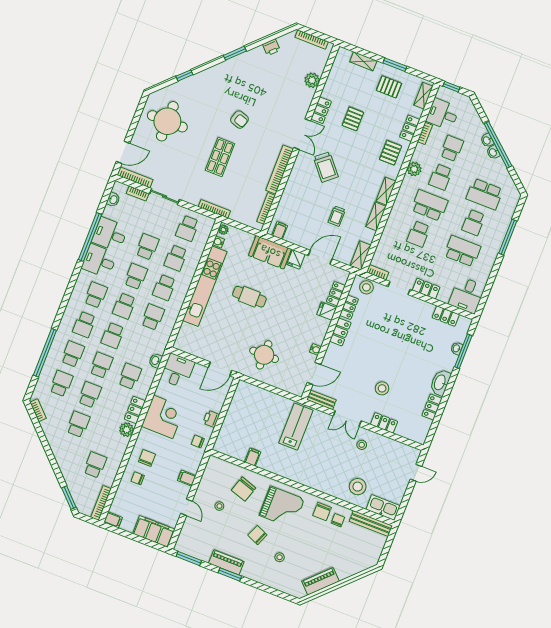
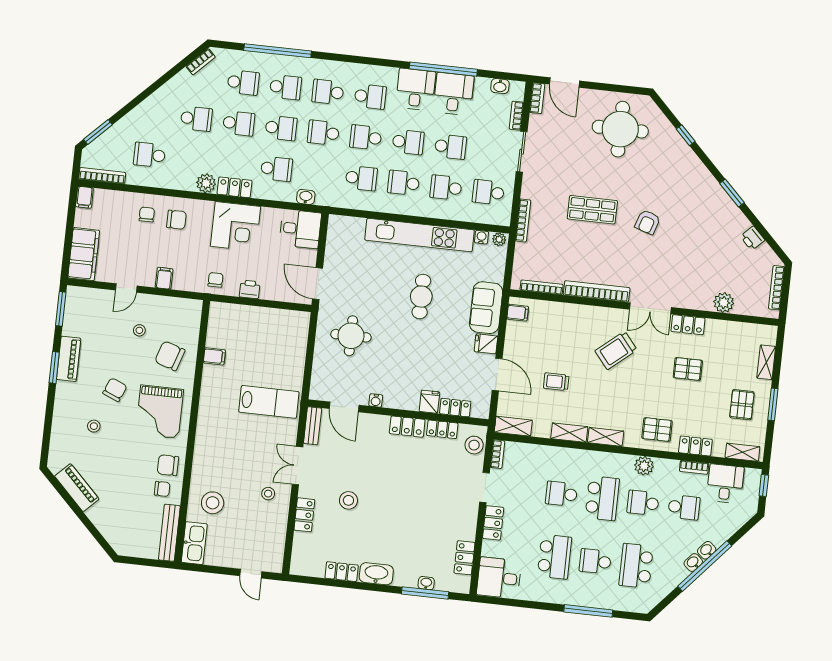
bookcase: (135, 177) -> (537, 98), width x0.64
school desk: (95, 465) -> (149, 155), turned 180

